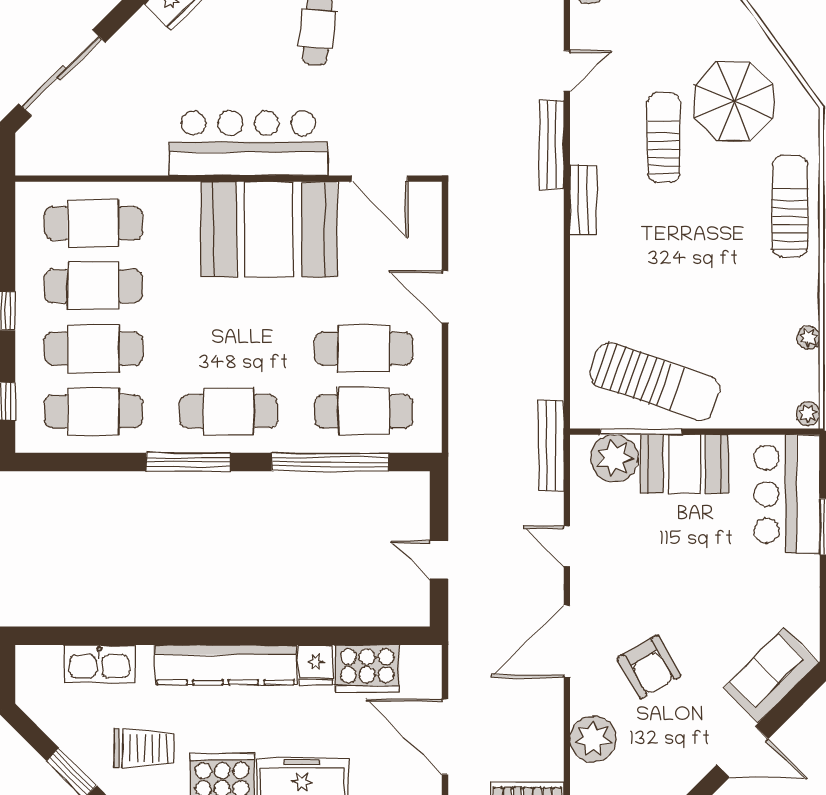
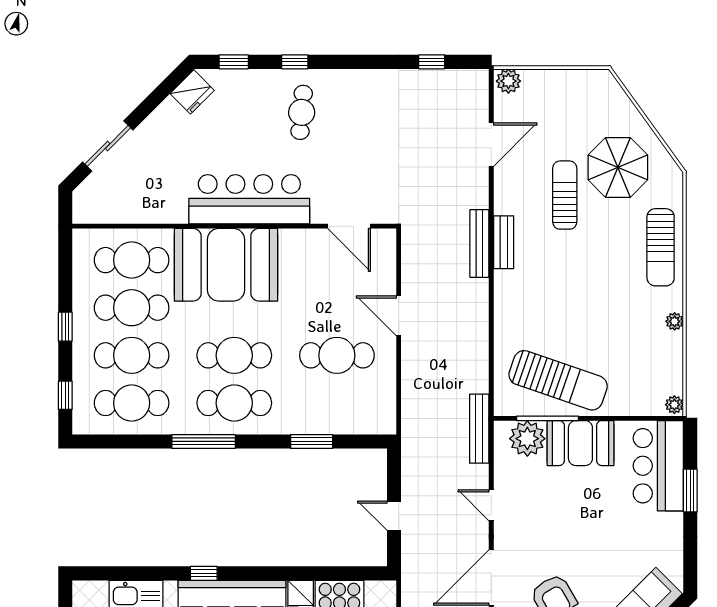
door: (567, 71) -> (491, 145), width x1.38
sliding door: (62, 73) -> (108, 146), width x0.73
bench: (551, 145) -> (479, 243), moved
sun lounger: (790, 206) -> (661, 247), turned 180
booth: (269, 229) -> (226, 265), moved
plant: (808, 338) -> (675, 321), moved
cafe table: (364, 411) -> (234, 355), moved
window: (330, 462) -> (312, 441), width x0.47
window: (188, 636) -> (204, 573), added

